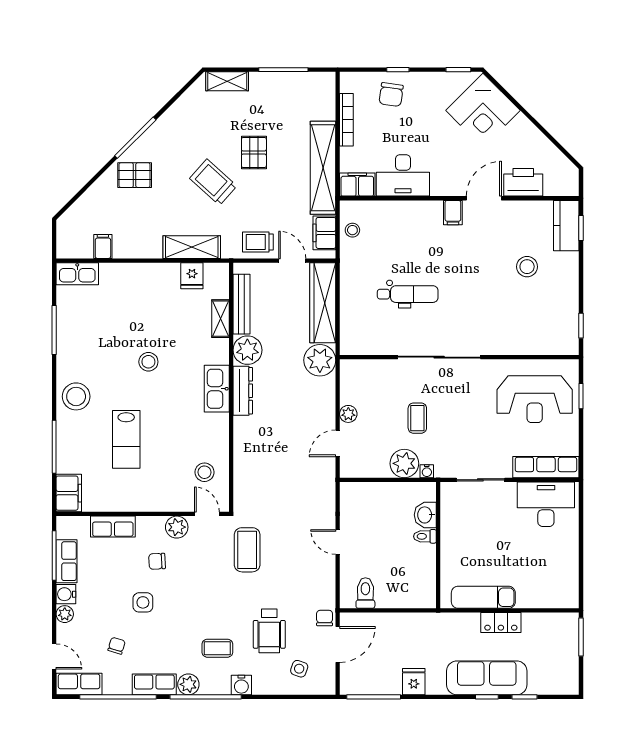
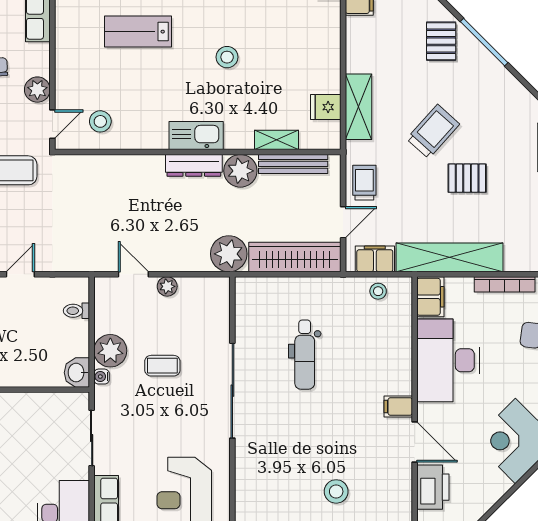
desk: (403, 175) -> (448, 360), width x1.36, depth x1.30
washbasin: (425, 515) -> (77, 373), moved, turned -90
toilet: (425, 536) -> (76, 311), moved, turned -90

